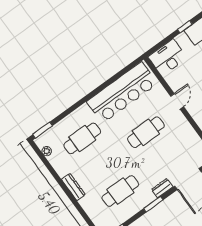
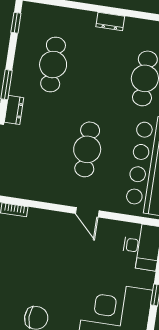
dresser: (73, 187) -> (110, 22), width x0.70

